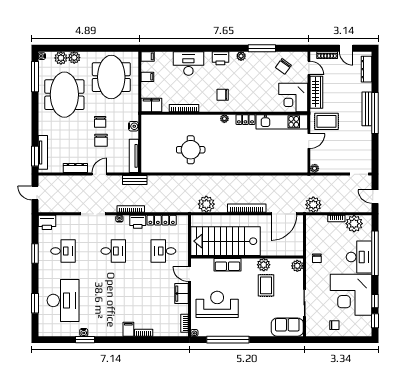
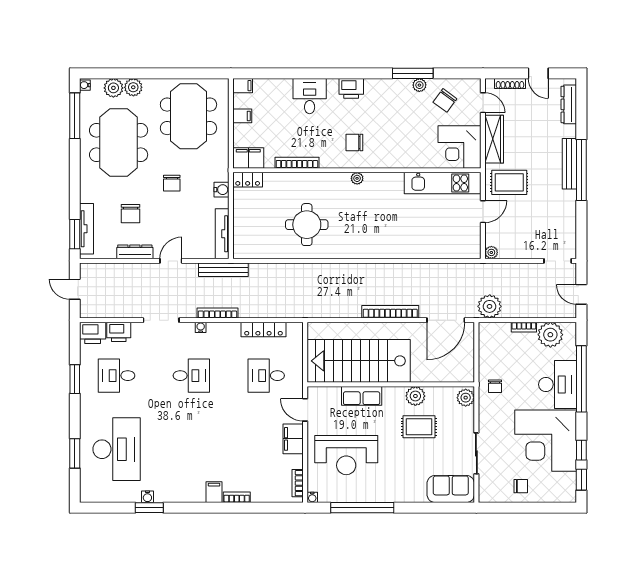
plant: (241, 56) -> (419, 85), moved
desk: (188, 63) -> (310, 96), width x0.73
locker: (245, 120) -> (248, 180), moved
chair: (101, 140) -> (131, 214), moved
bench: (135, 180) -> (223, 270), width x1.36
plant: (206, 204) -> (330, 306), removed
printer: (138, 222) -> (119, 332), moved
desk: (63, 251) -> (117, 376), turned 180
rug: (266, 285) -> (419, 427), turned 90
reception desk: (217, 304) -> (346, 455), turned 180

